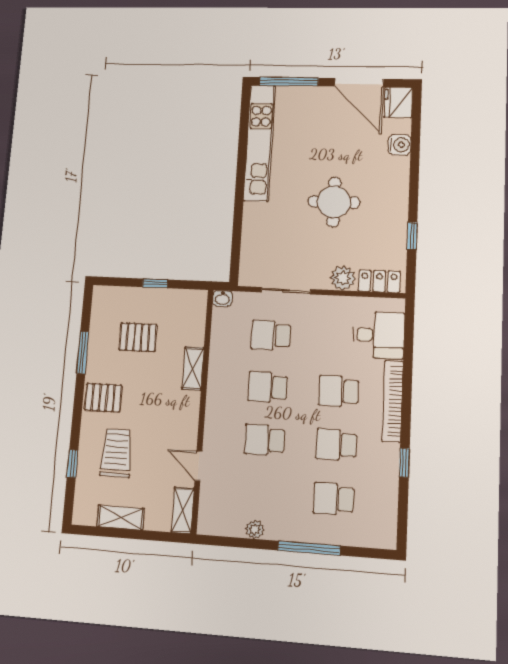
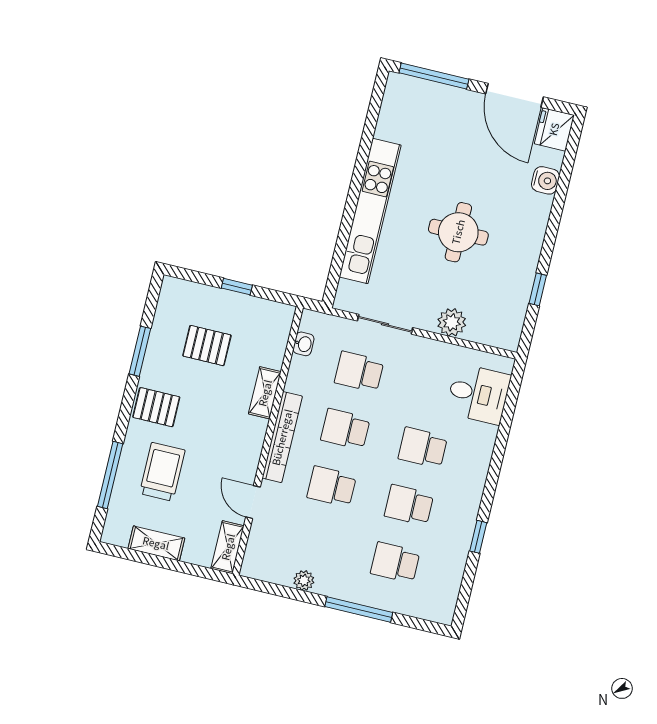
kitchen unit: (260, 143) -> (370, 211), moved
locker: (379, 281) -> (491, 334), removed
washbasin: (222, 298) -> (304, 344), moved, turned -90
bookcase: (392, 401) -> (282, 437), moved, turned 180
window: (73, 464) -> (110, 475), width x2.17

